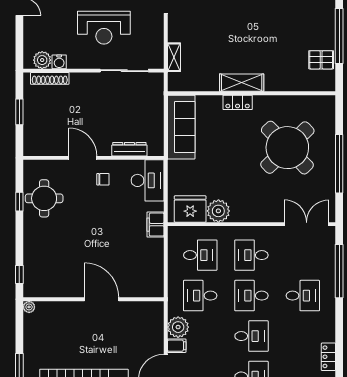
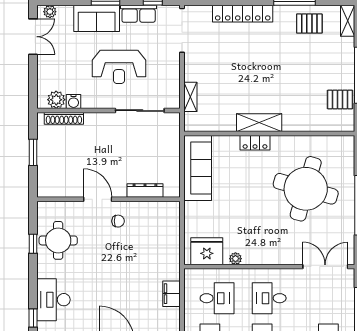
round table: (287, 148) -> (306, 189), turned -30
desk: (148, 180) -> (53, 300), moved, turned 180
plant: (218, 211) -> (235, 259), width x0.53, depth x0.53
filing cabinet: (155, 225) -> (172, 294), moved

